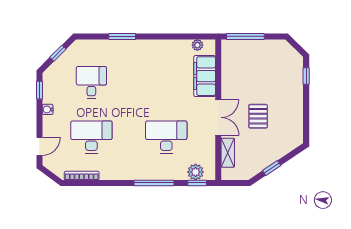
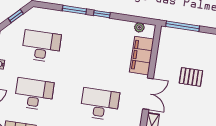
window: (153, 36) -> (102, 14), added
desk: (91, 82) -> (41, 46), width x1.37
pallet: (258, 116) -> (191, 77), moved, turned 90

